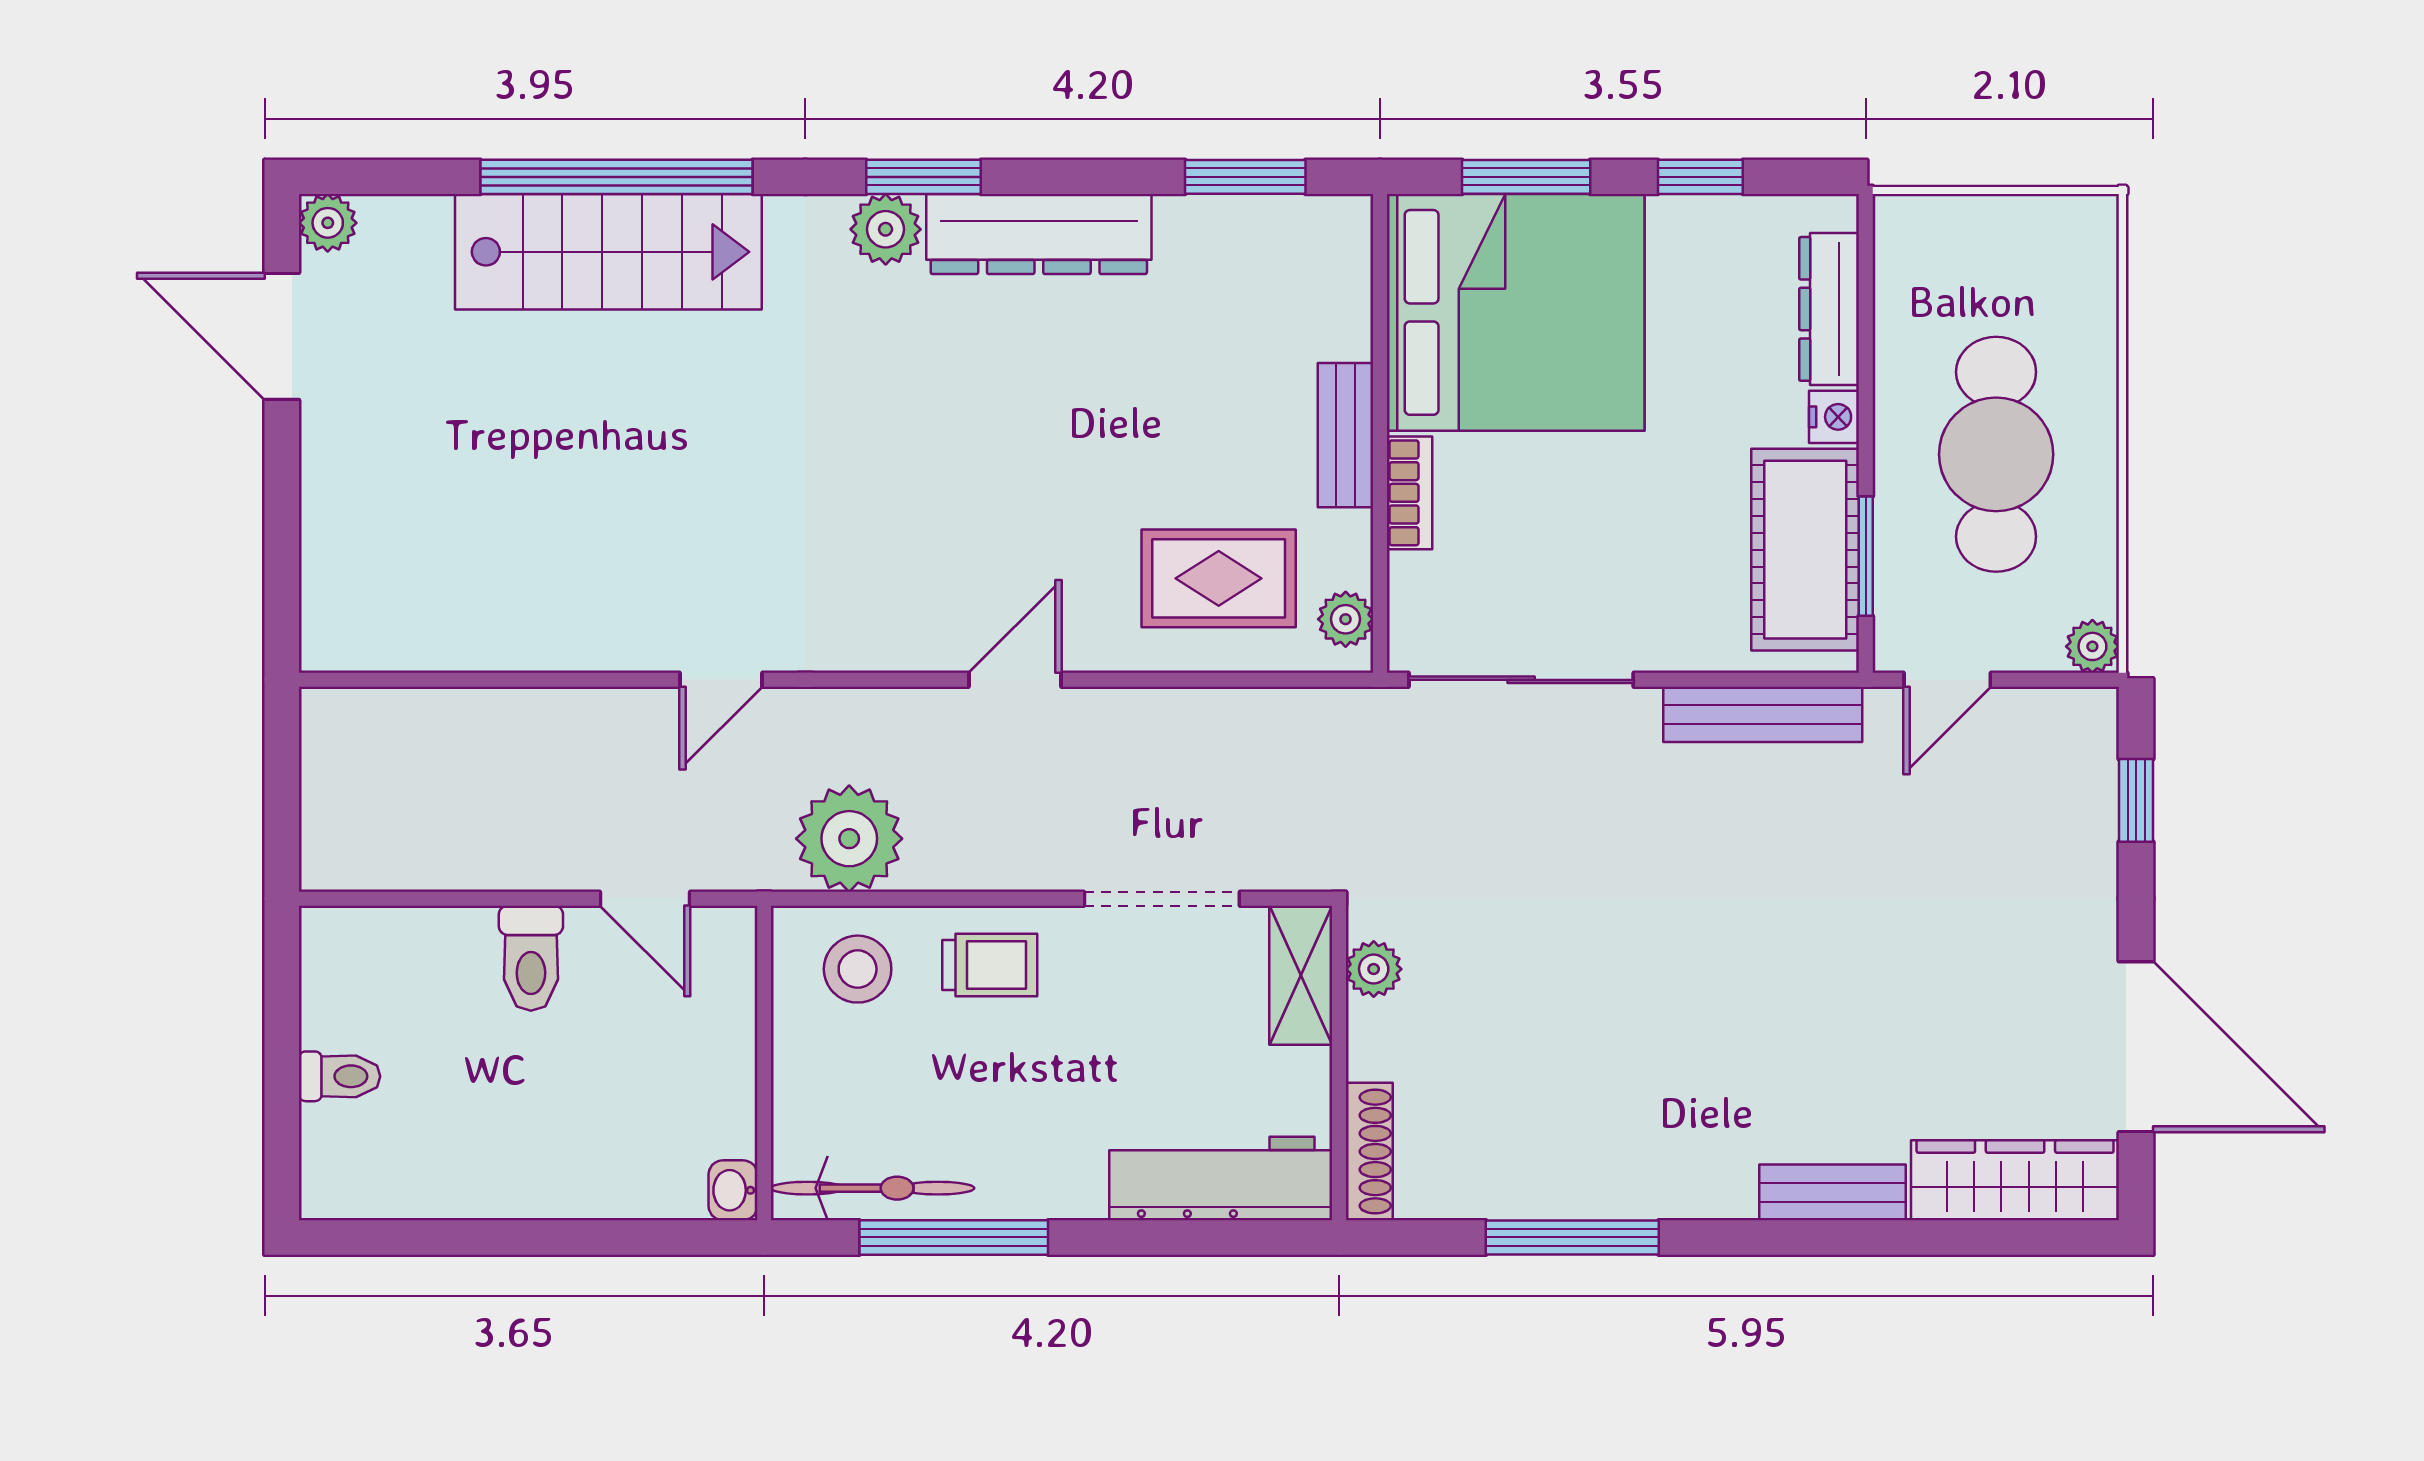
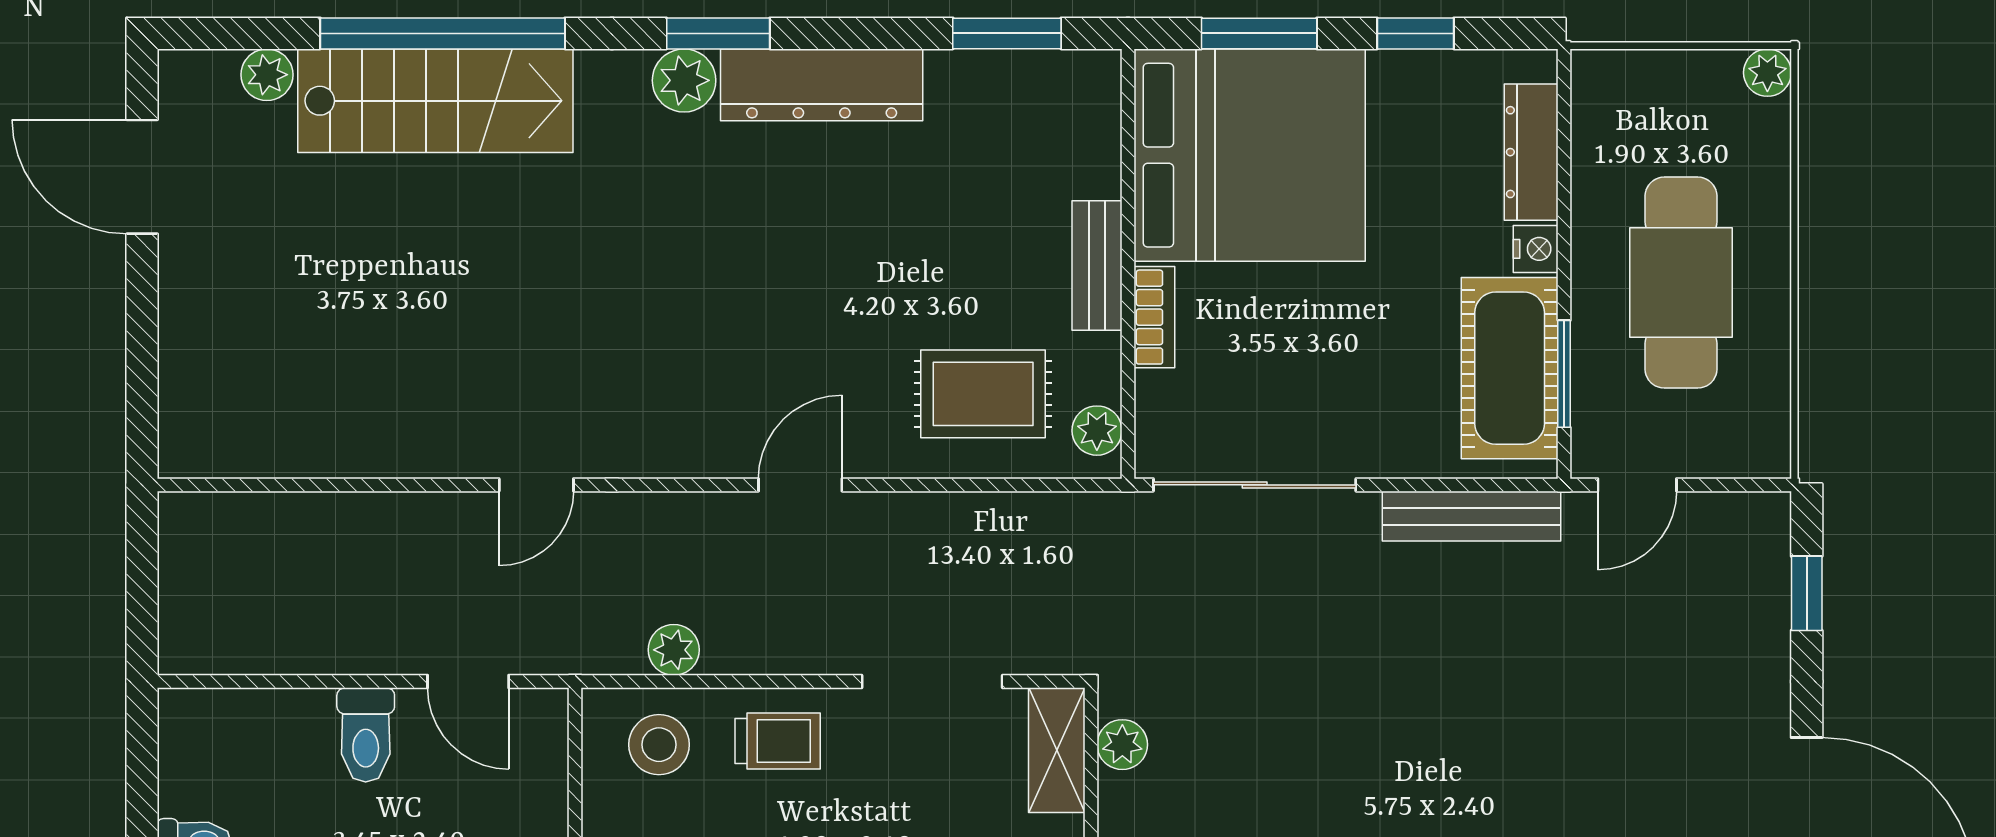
plant: (328, 223) -> (267, 75), moved
plant: (2092, 646) -> (1767, 73), moved
plant: (849, 839) -> (674, 650), width x0.53, depth x0.53

